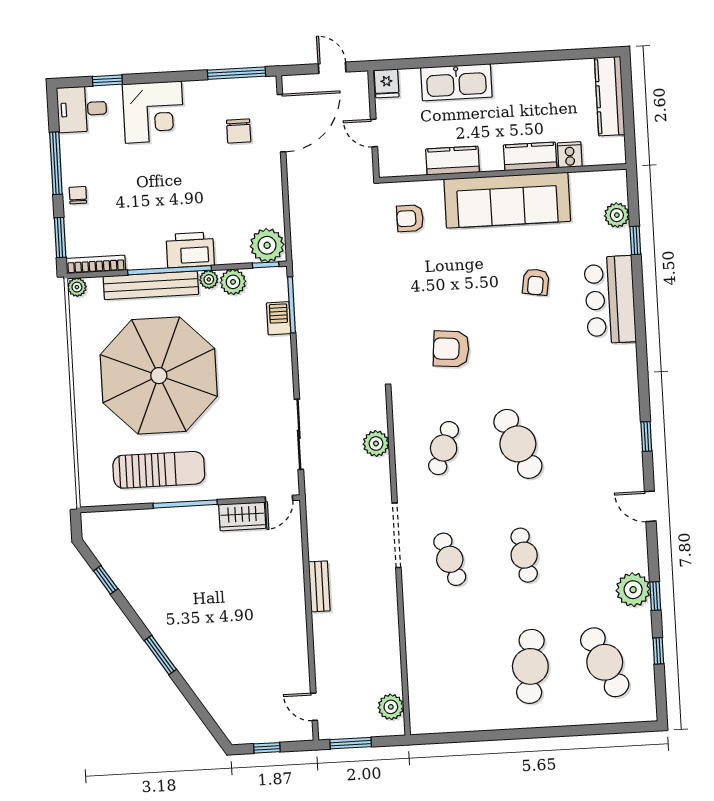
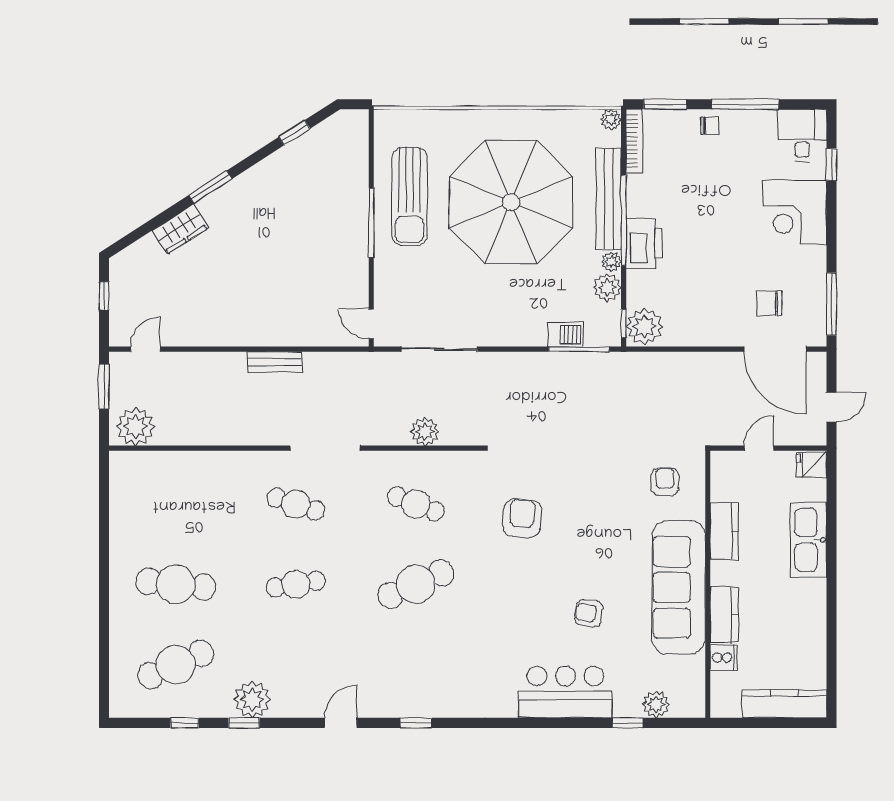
wardrobe: (242, 516) -> (180, 229), moved, turned -123
cafe table: (450, 559) -> (296, 504), turned 36
plant: (391, 707) -> (136, 427), width x1.36, depth x1.36

